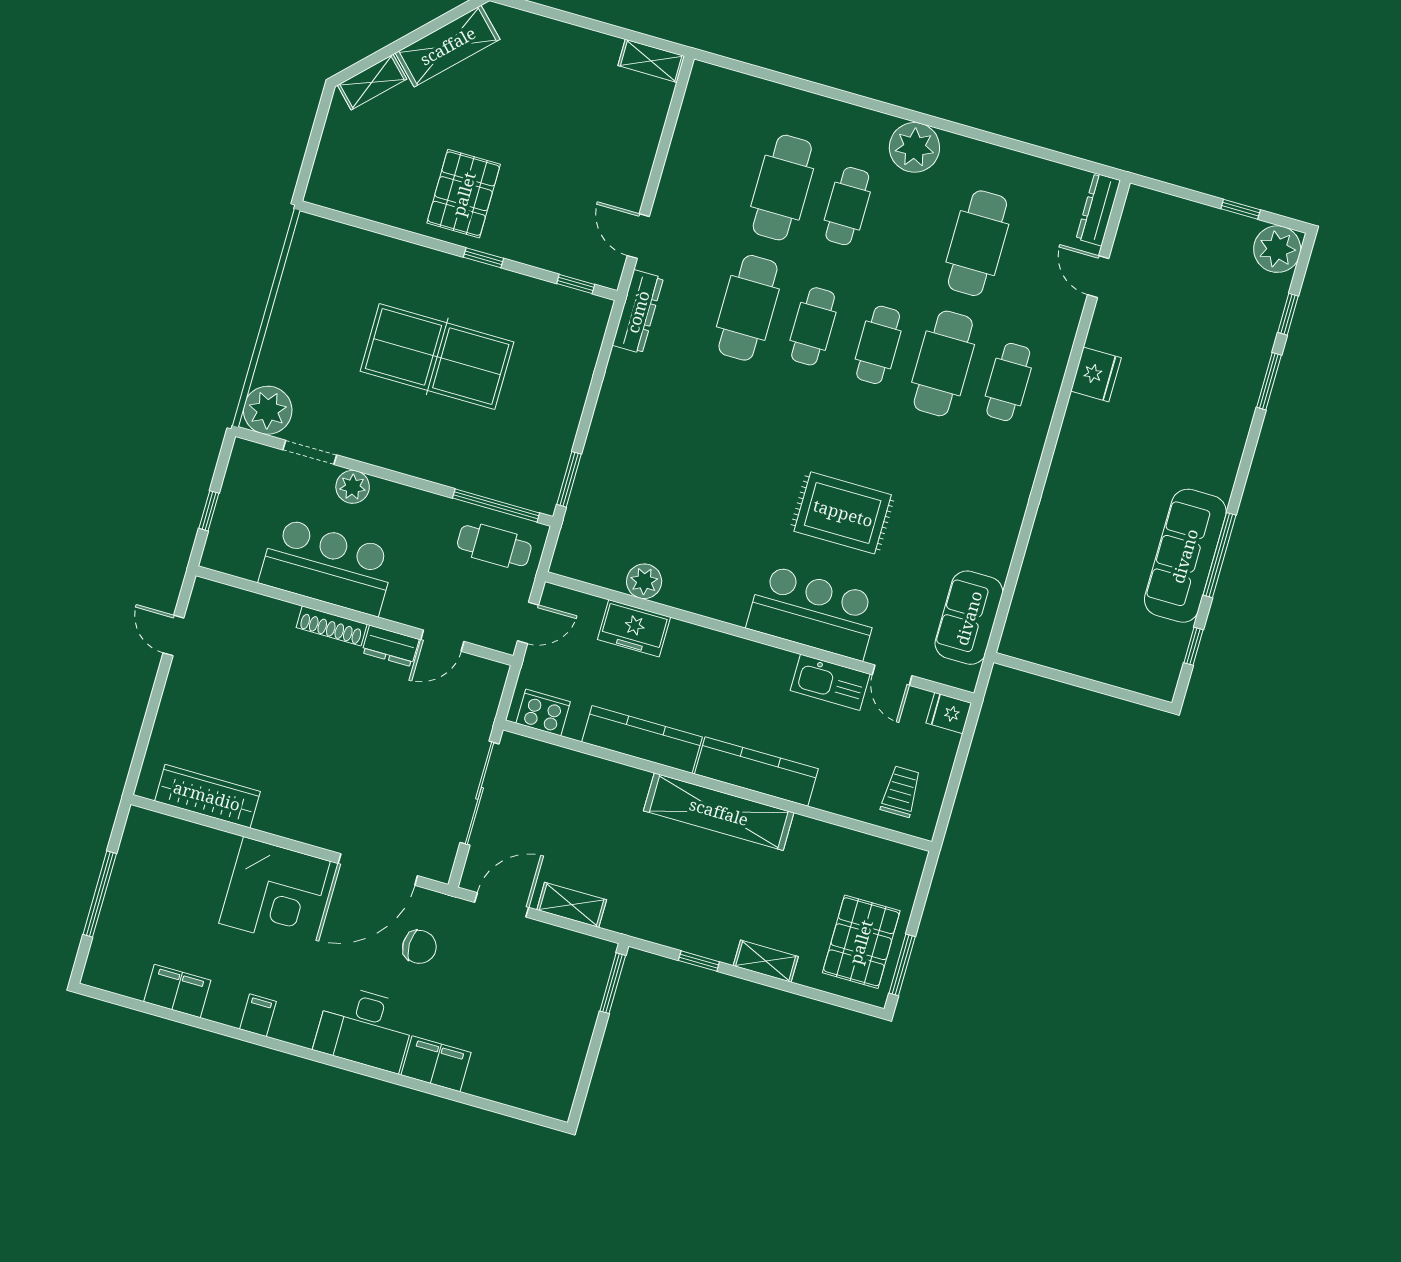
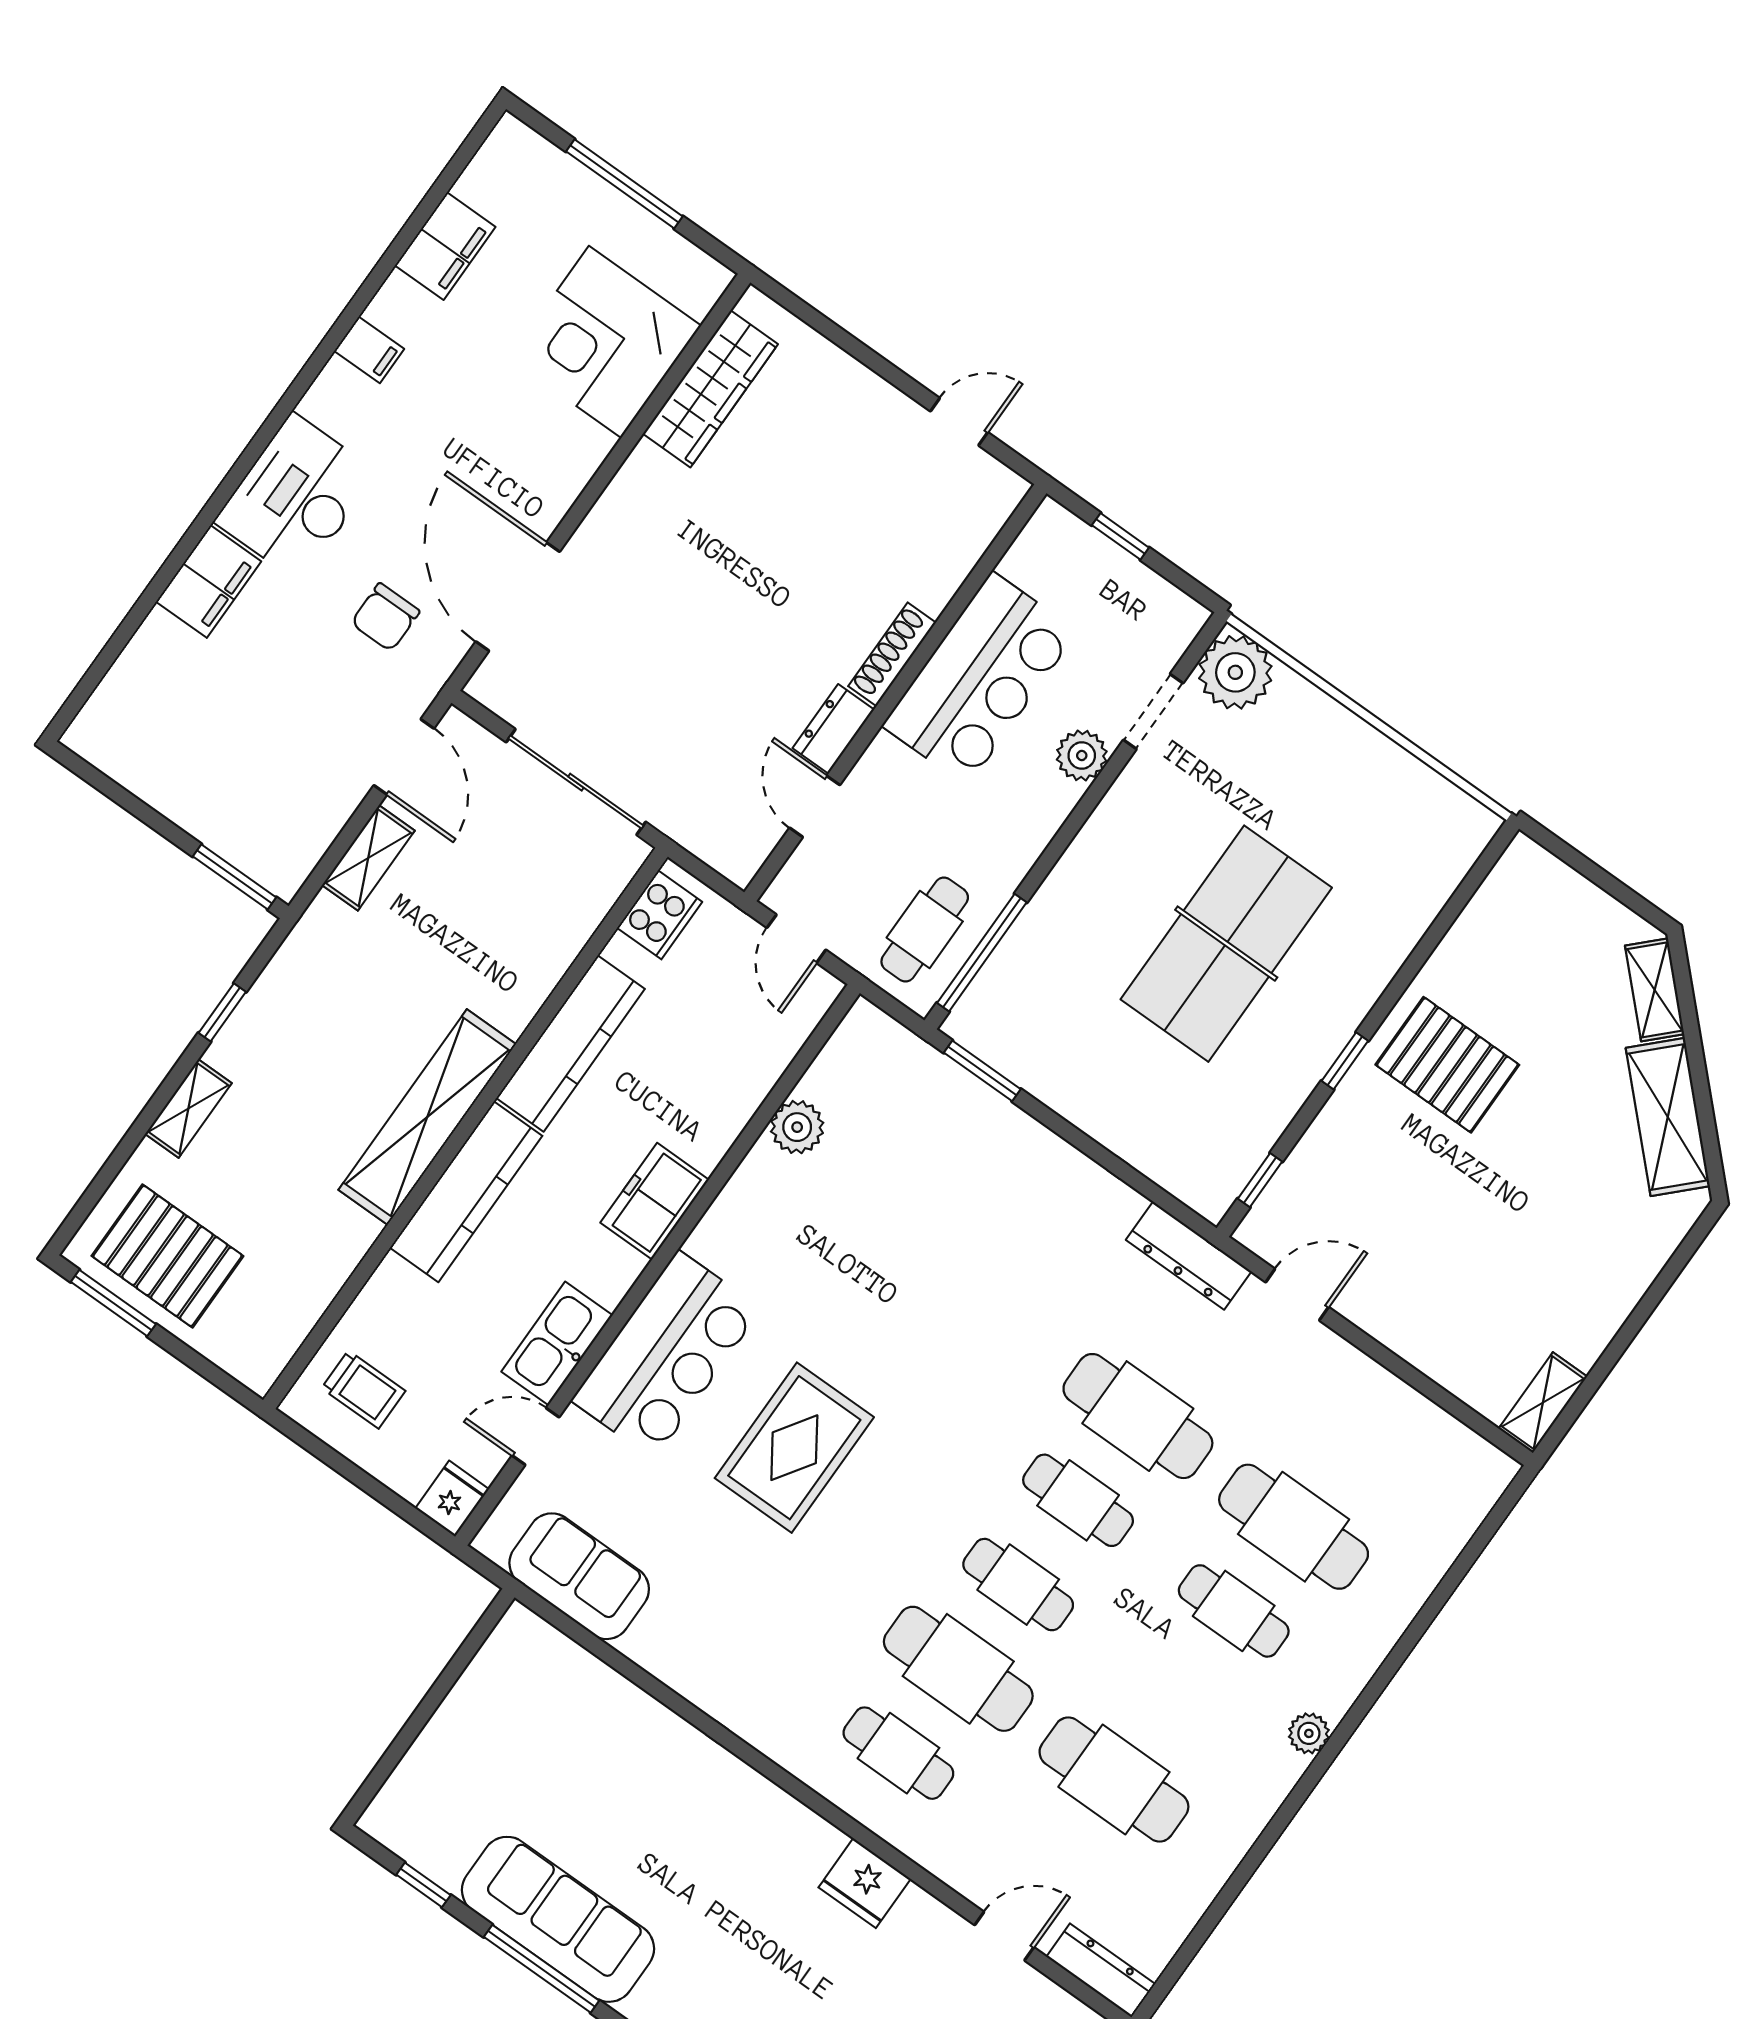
plant: (914, 147) -> (1309, 1733), width x0.53, depth x0.53
freezer: (634, 628) -> (655, 1201), moved
corner desk: (275, 892) -> (605, 342), moved

